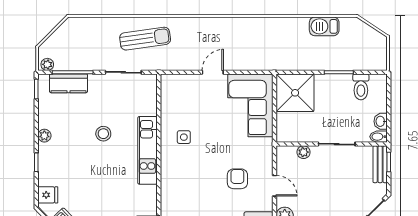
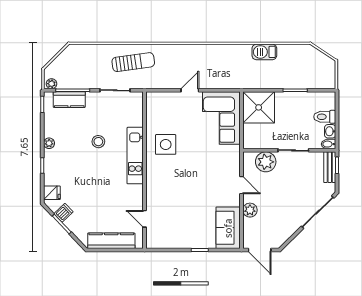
barbecue: (324, 26) -> (264, 52), moved
toilet: (361, 87) -> (325, 117), moved, turned 90
side table: (184, 137) -> (166, 144), width x1.87, depth x1.87
plant: (304, 152) -> (266, 162), width x1.88, depth x1.88
armchair: (237, 179) -> (210, 179), removed

